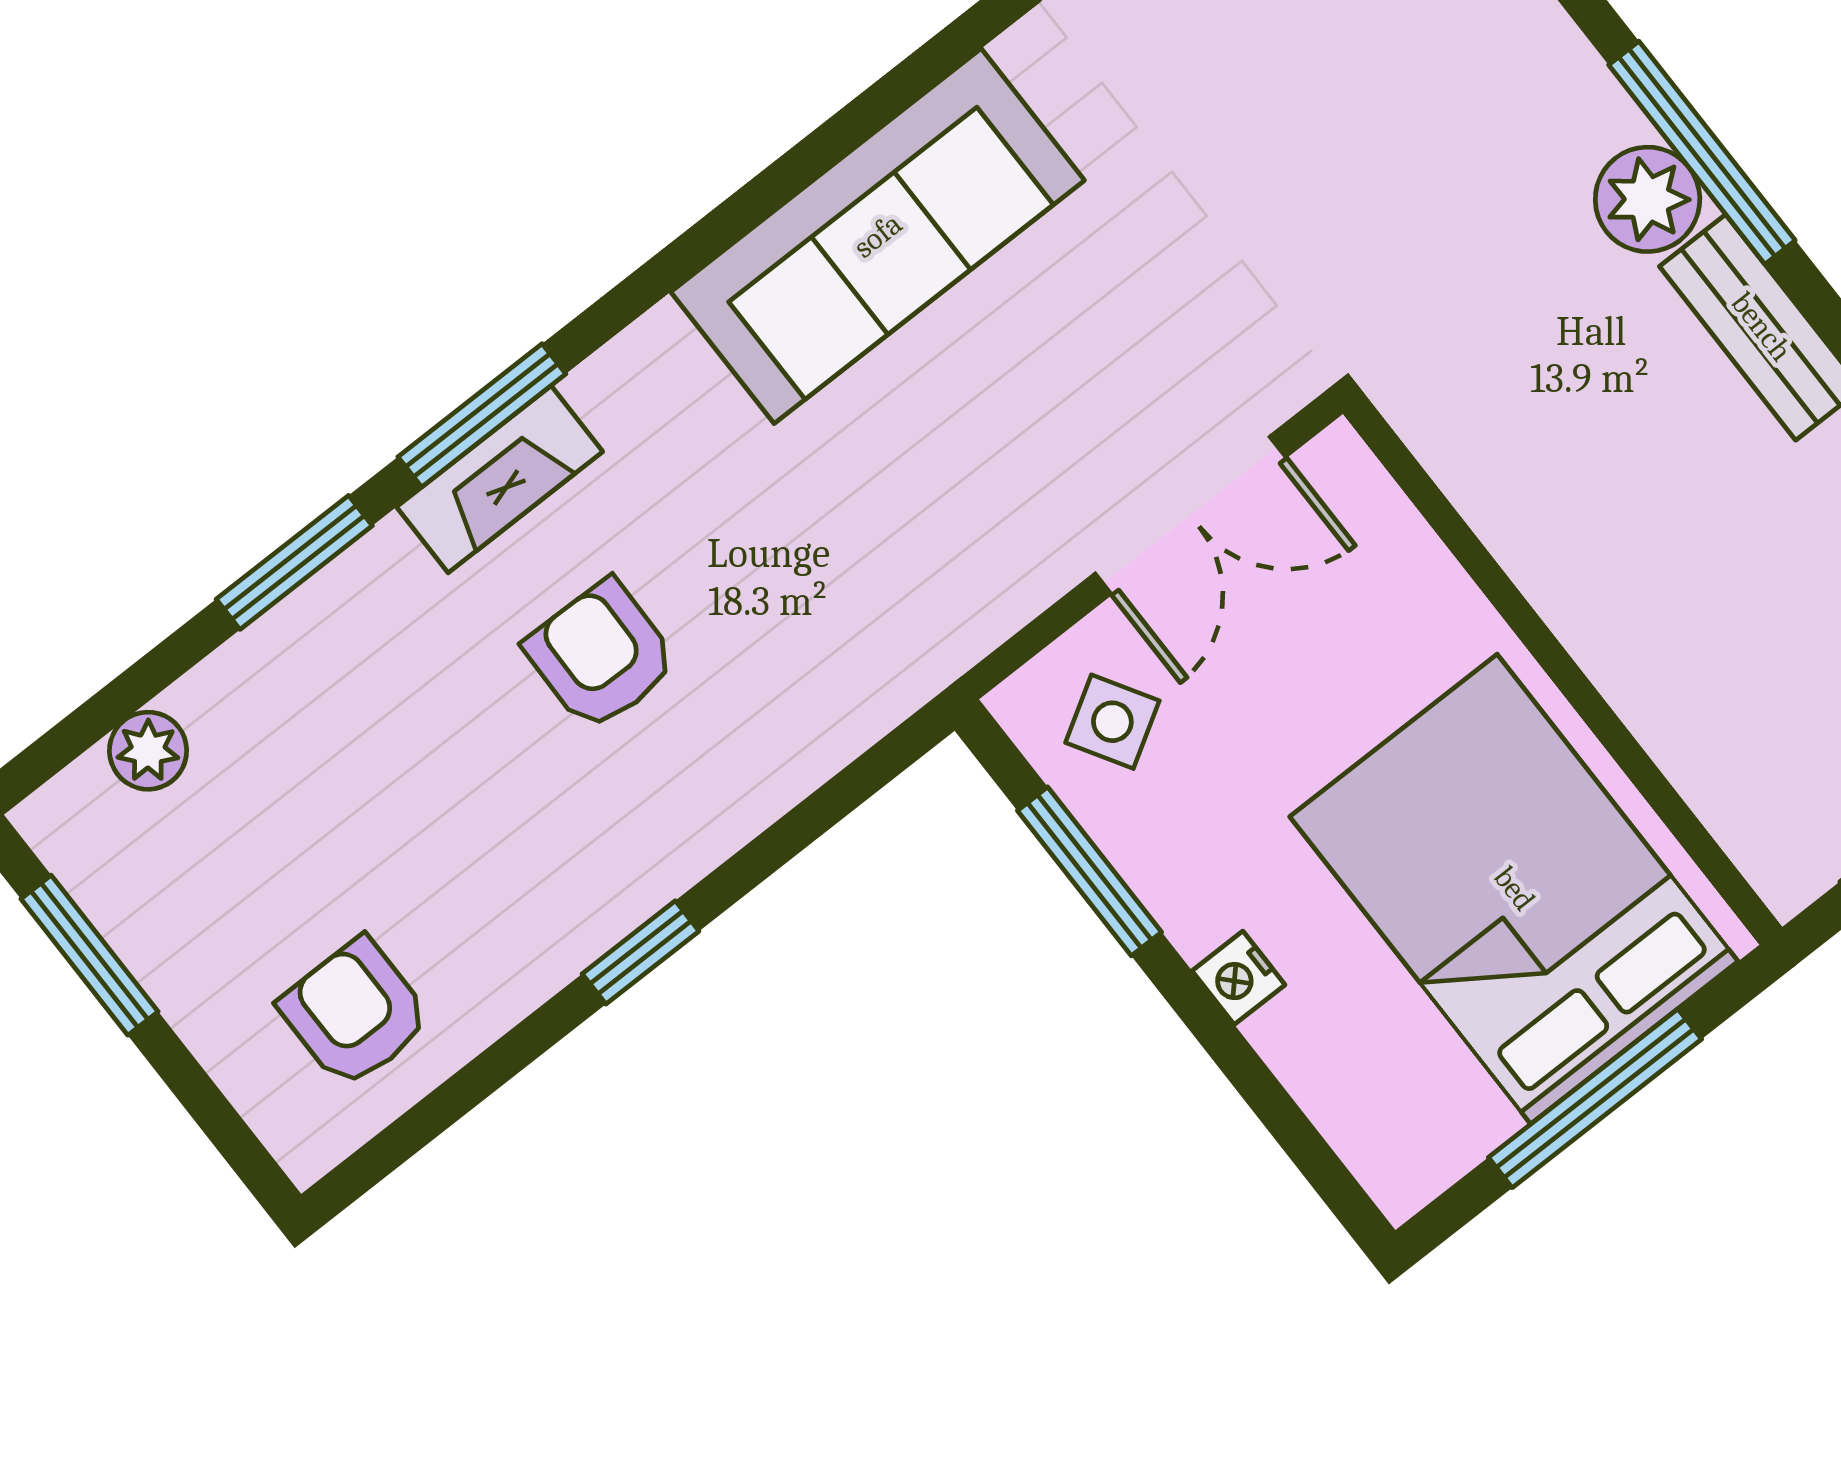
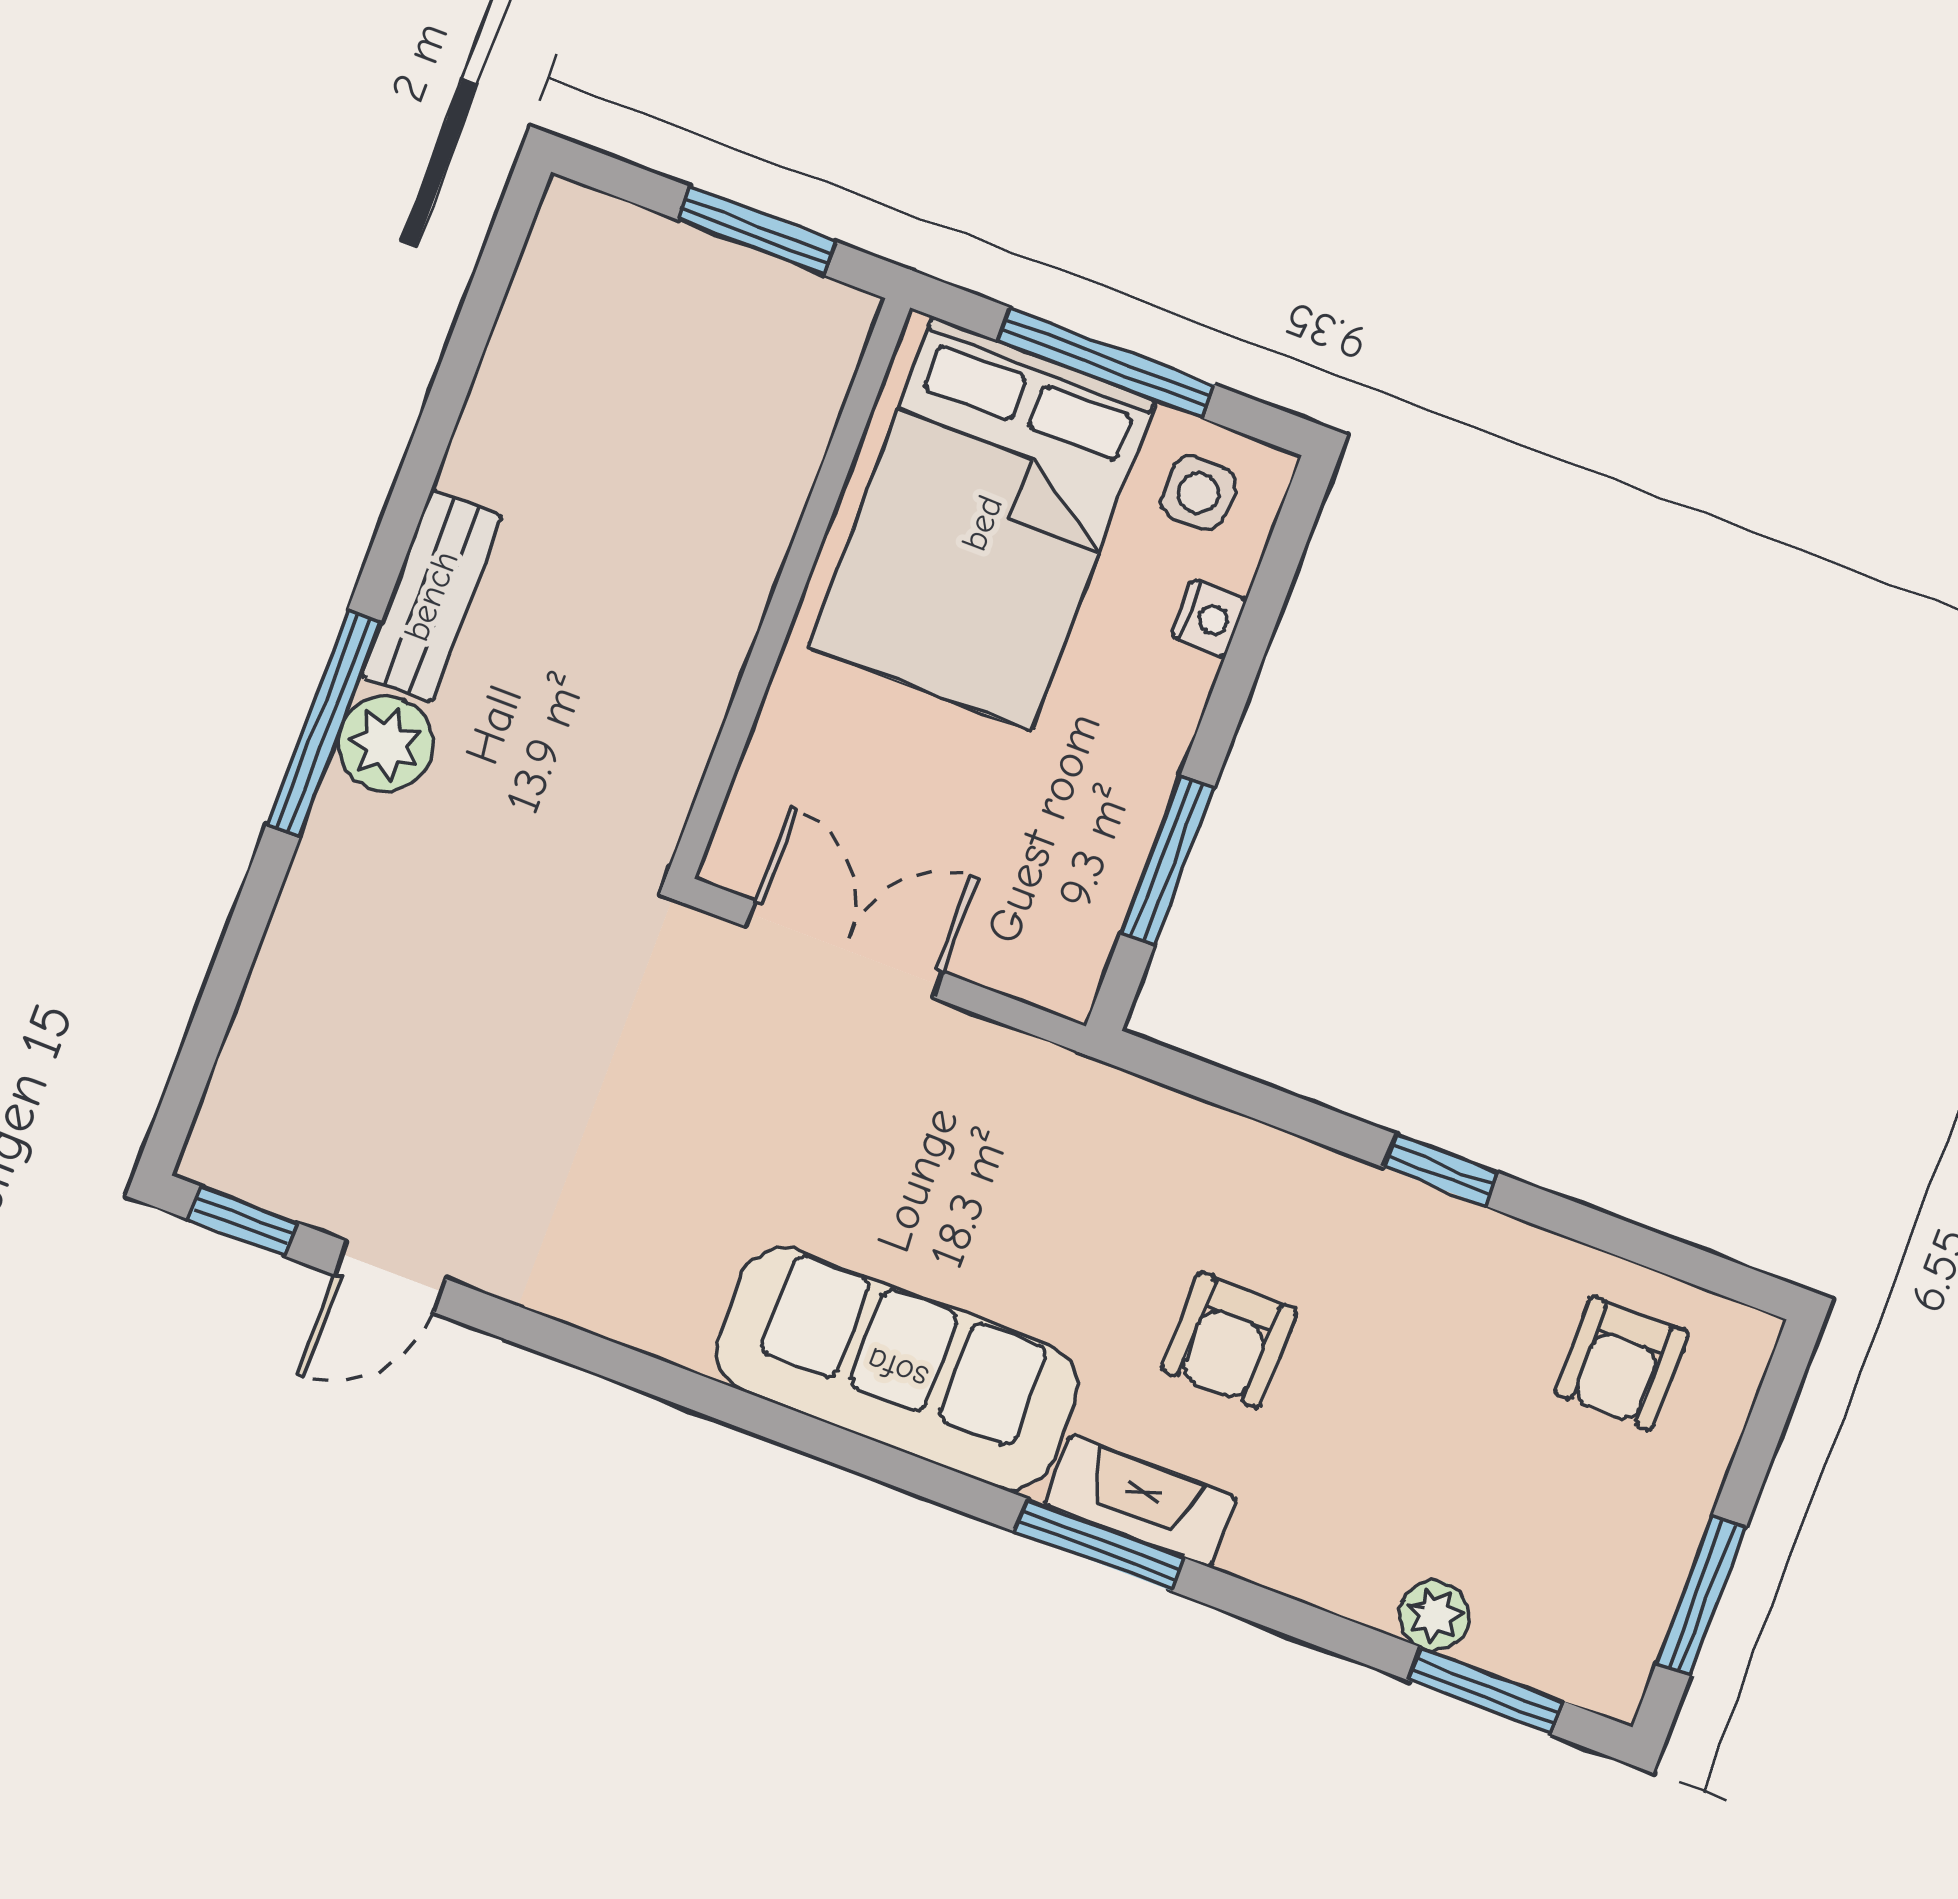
sofa: (878, 236) -> (897, 1369), moved
window: (294, 562) -> (1486, 1691), moved
side table: (1112, 722) -> (1199, 493), moved, turned 31
plant: (148, 751) -> (1434, 1615), moved
nightstand: (1238, 978) -> (1209, 618), moved

